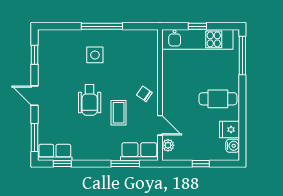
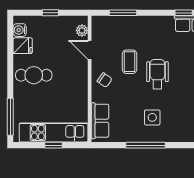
row of seats: (139, 152) -> (100, 121), moved, turned -90

